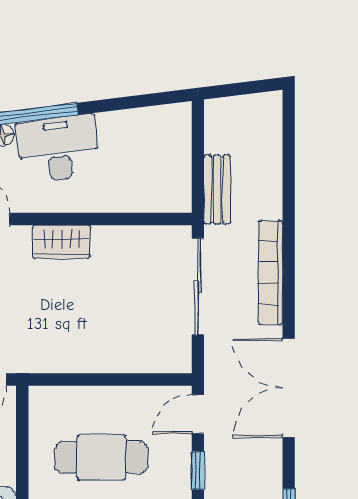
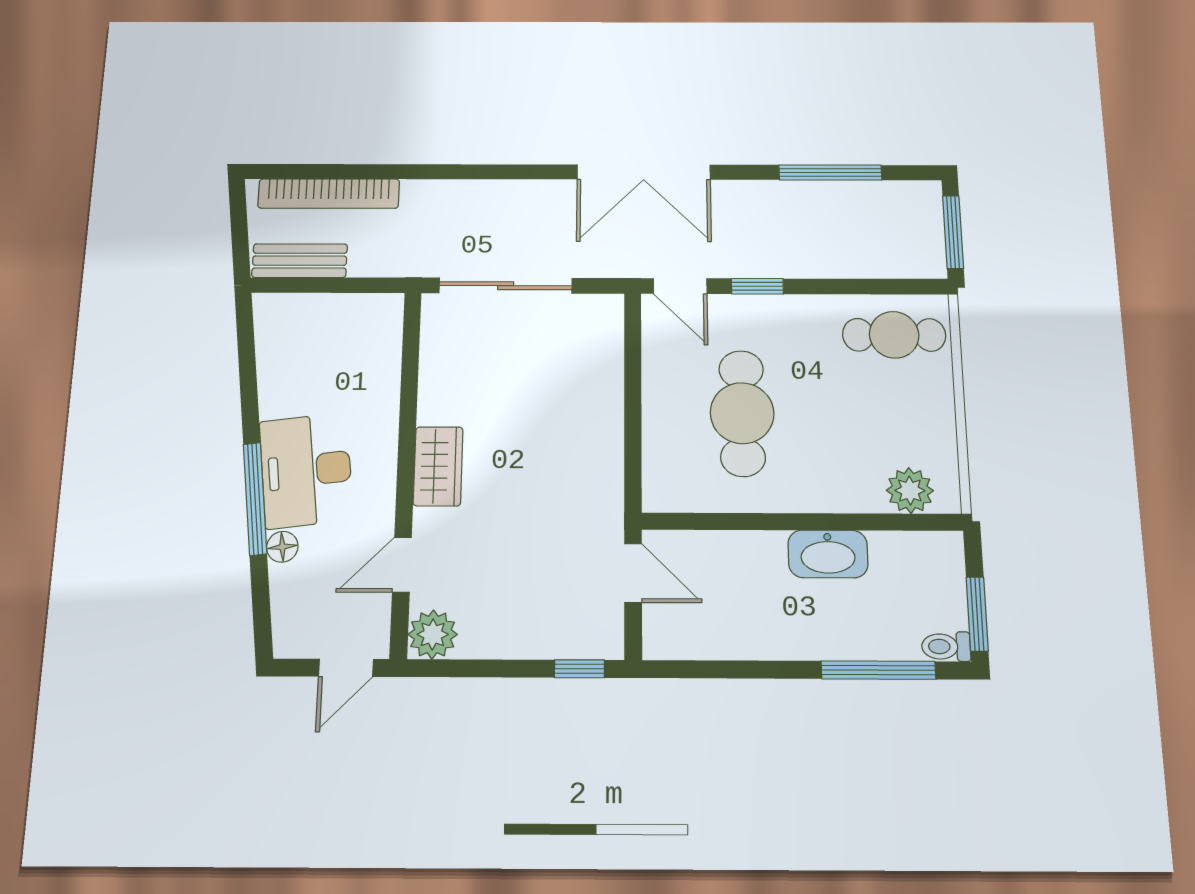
bench: (217, 189) -> (300, 261), moved
bookcase: (271, 273) -> (329, 194), moved

